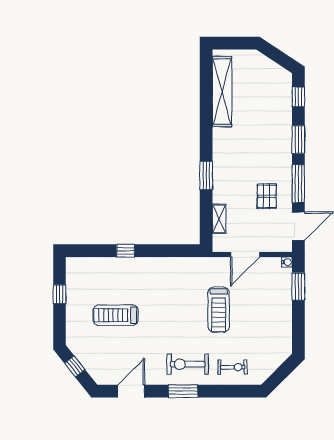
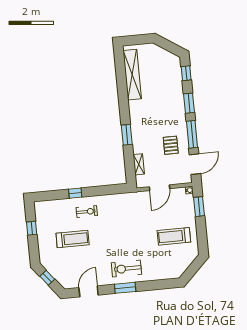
treadmill: (219, 310) -> (174, 236), moved, turned 90
treadmill: (116, 315) -> (73, 239), turned 180
exercise bike: (233, 367) -> (87, 212), moved

